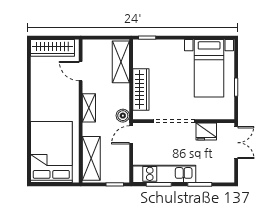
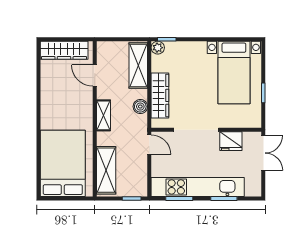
plant: (139, 45) -> (158, 48), added
boiler: (123, 116) -> (140, 107), moved
door: (131, 135) -> (149, 145), swing flipped
kitchen unit: (164, 174) -> (198, 187), width x1.36

